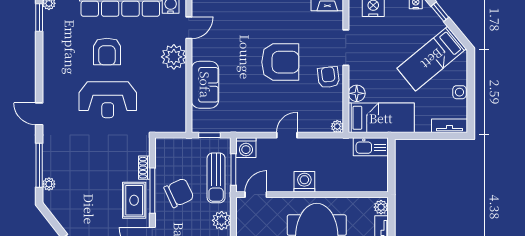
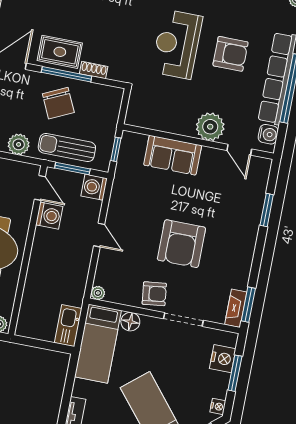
armchair: (107, 52) -> (230, 54), turned 180
washing machine: (304, 182) -> (49, 216), moved

